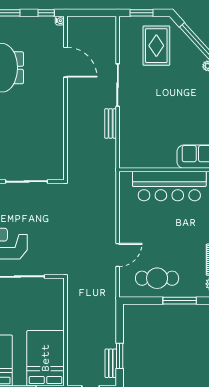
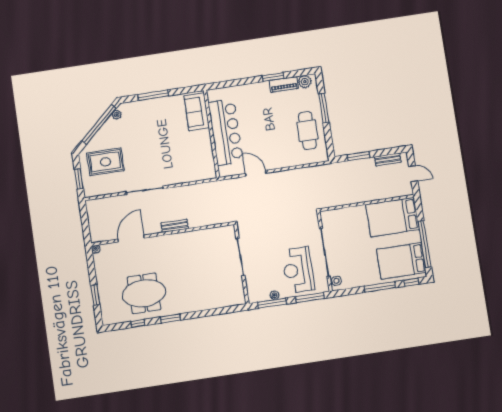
window: (46, 13) -> (91, 262), removed
bench: (111, 123) -> (175, 226), moved
door: (118, 255) -> (256, 173), moved
window: (120, 356) -> (358, 156), moved

